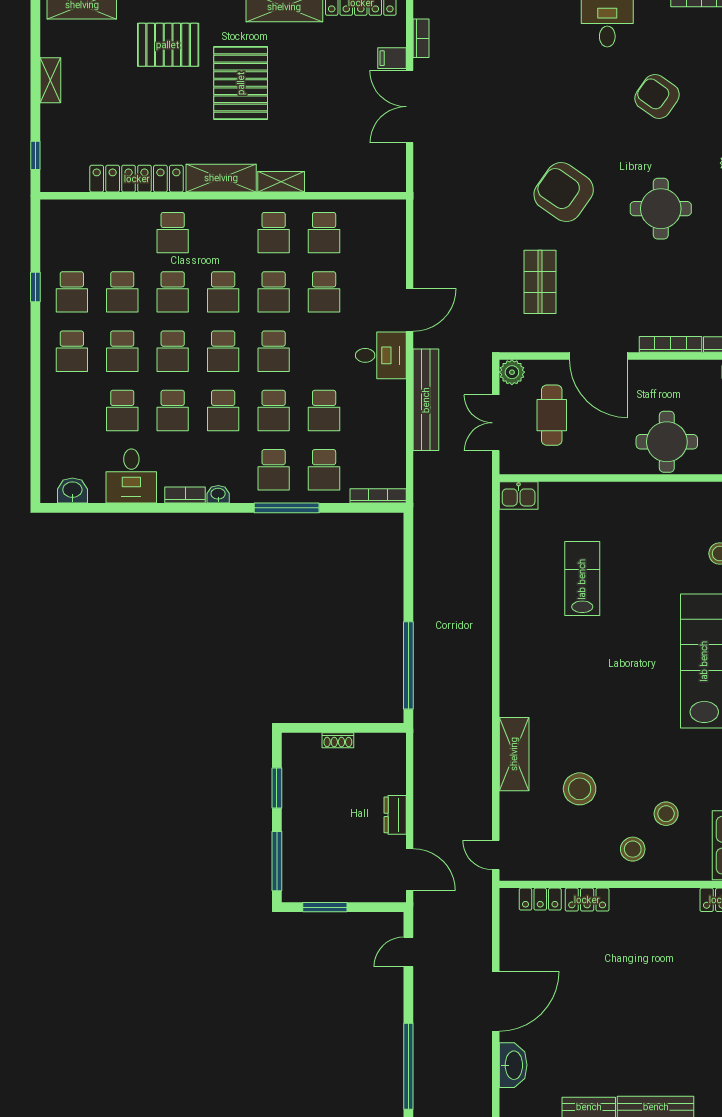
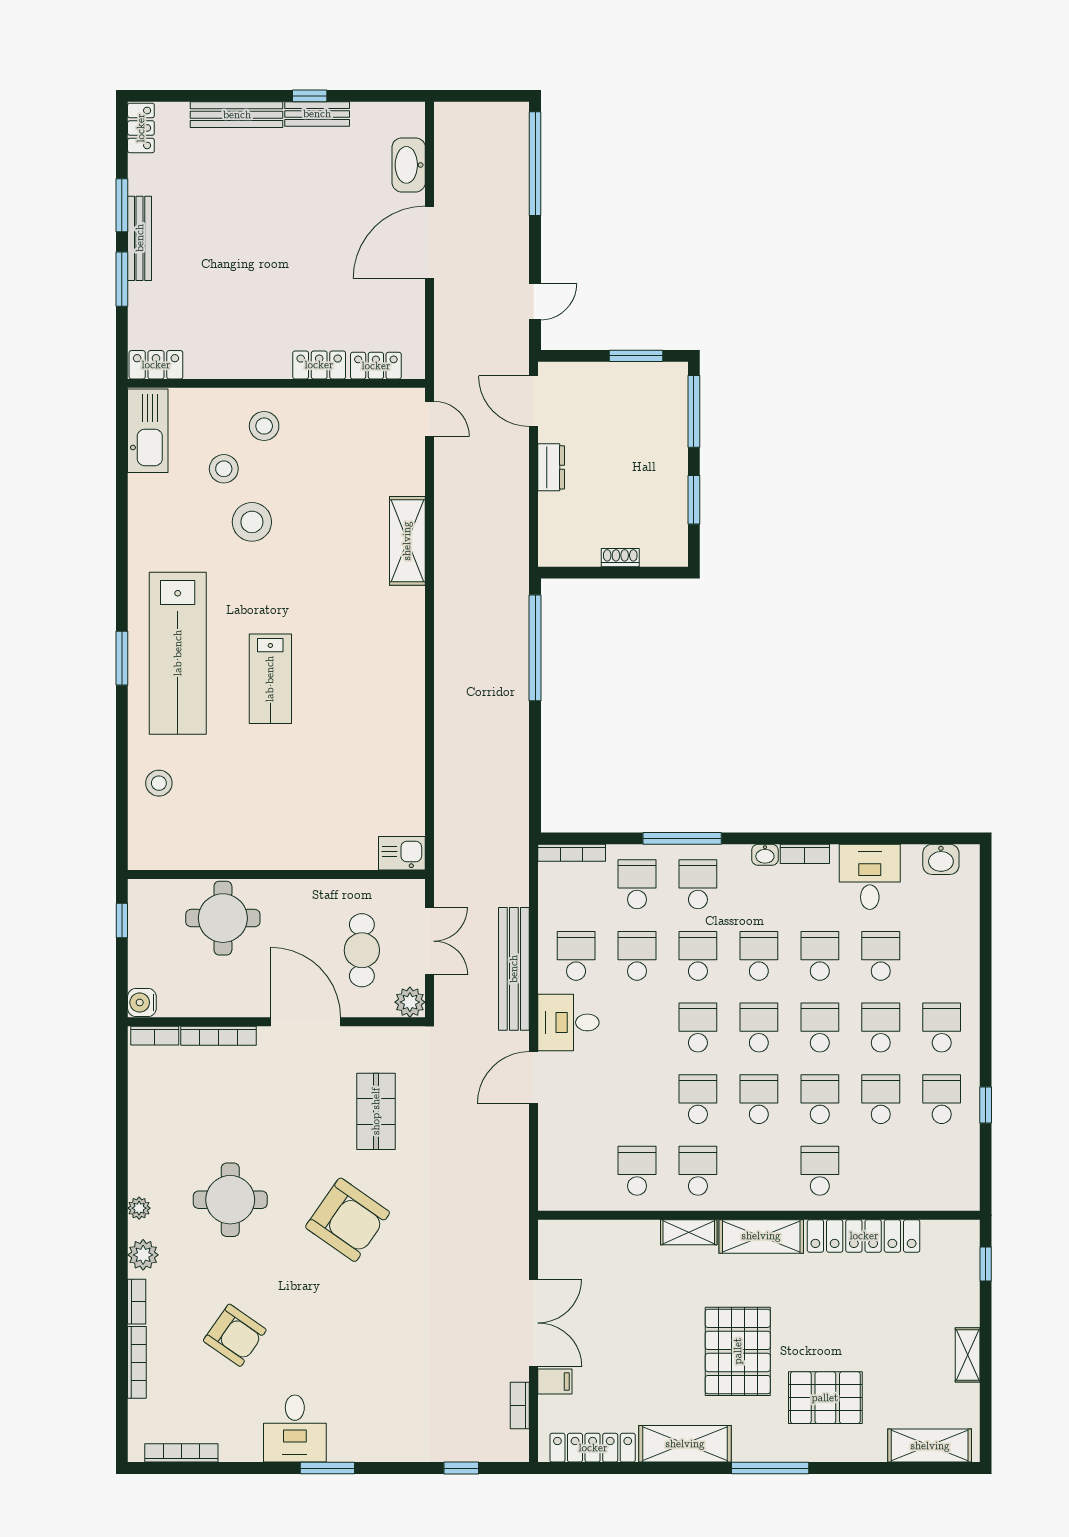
school desk: (324, 292) -> (576, 956), moved
lab bench: (582, 579) -> (270, 679), moved
stool: (580, 789) -> (252, 522), moved

